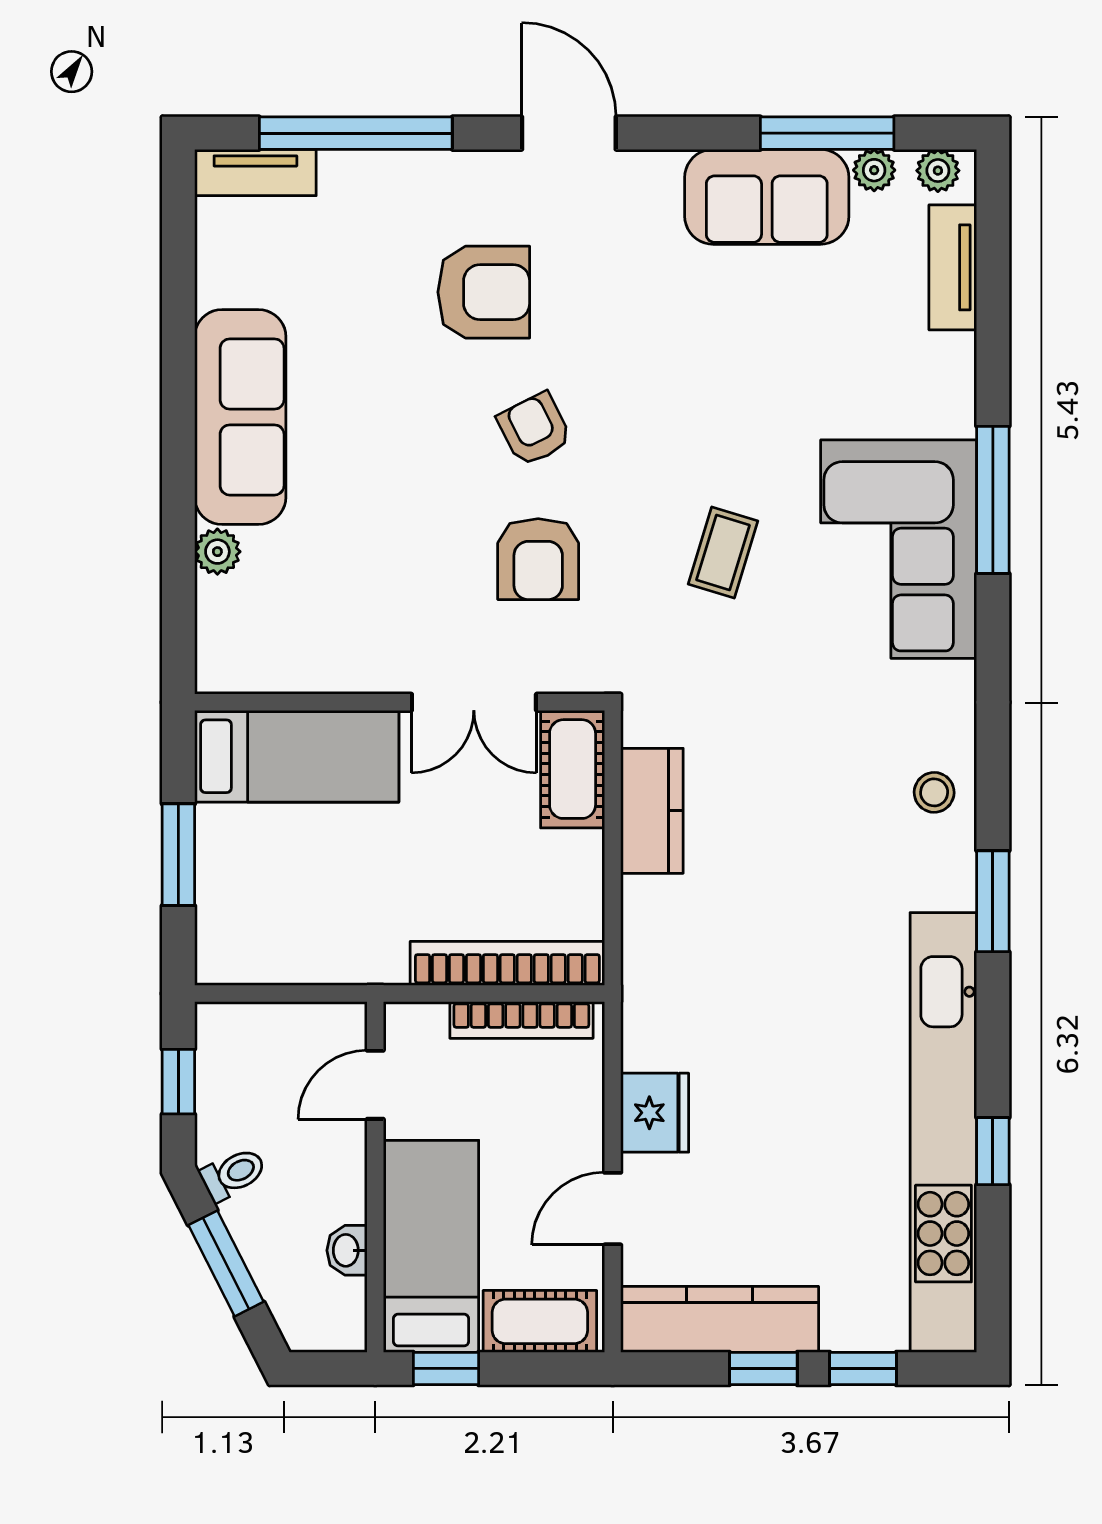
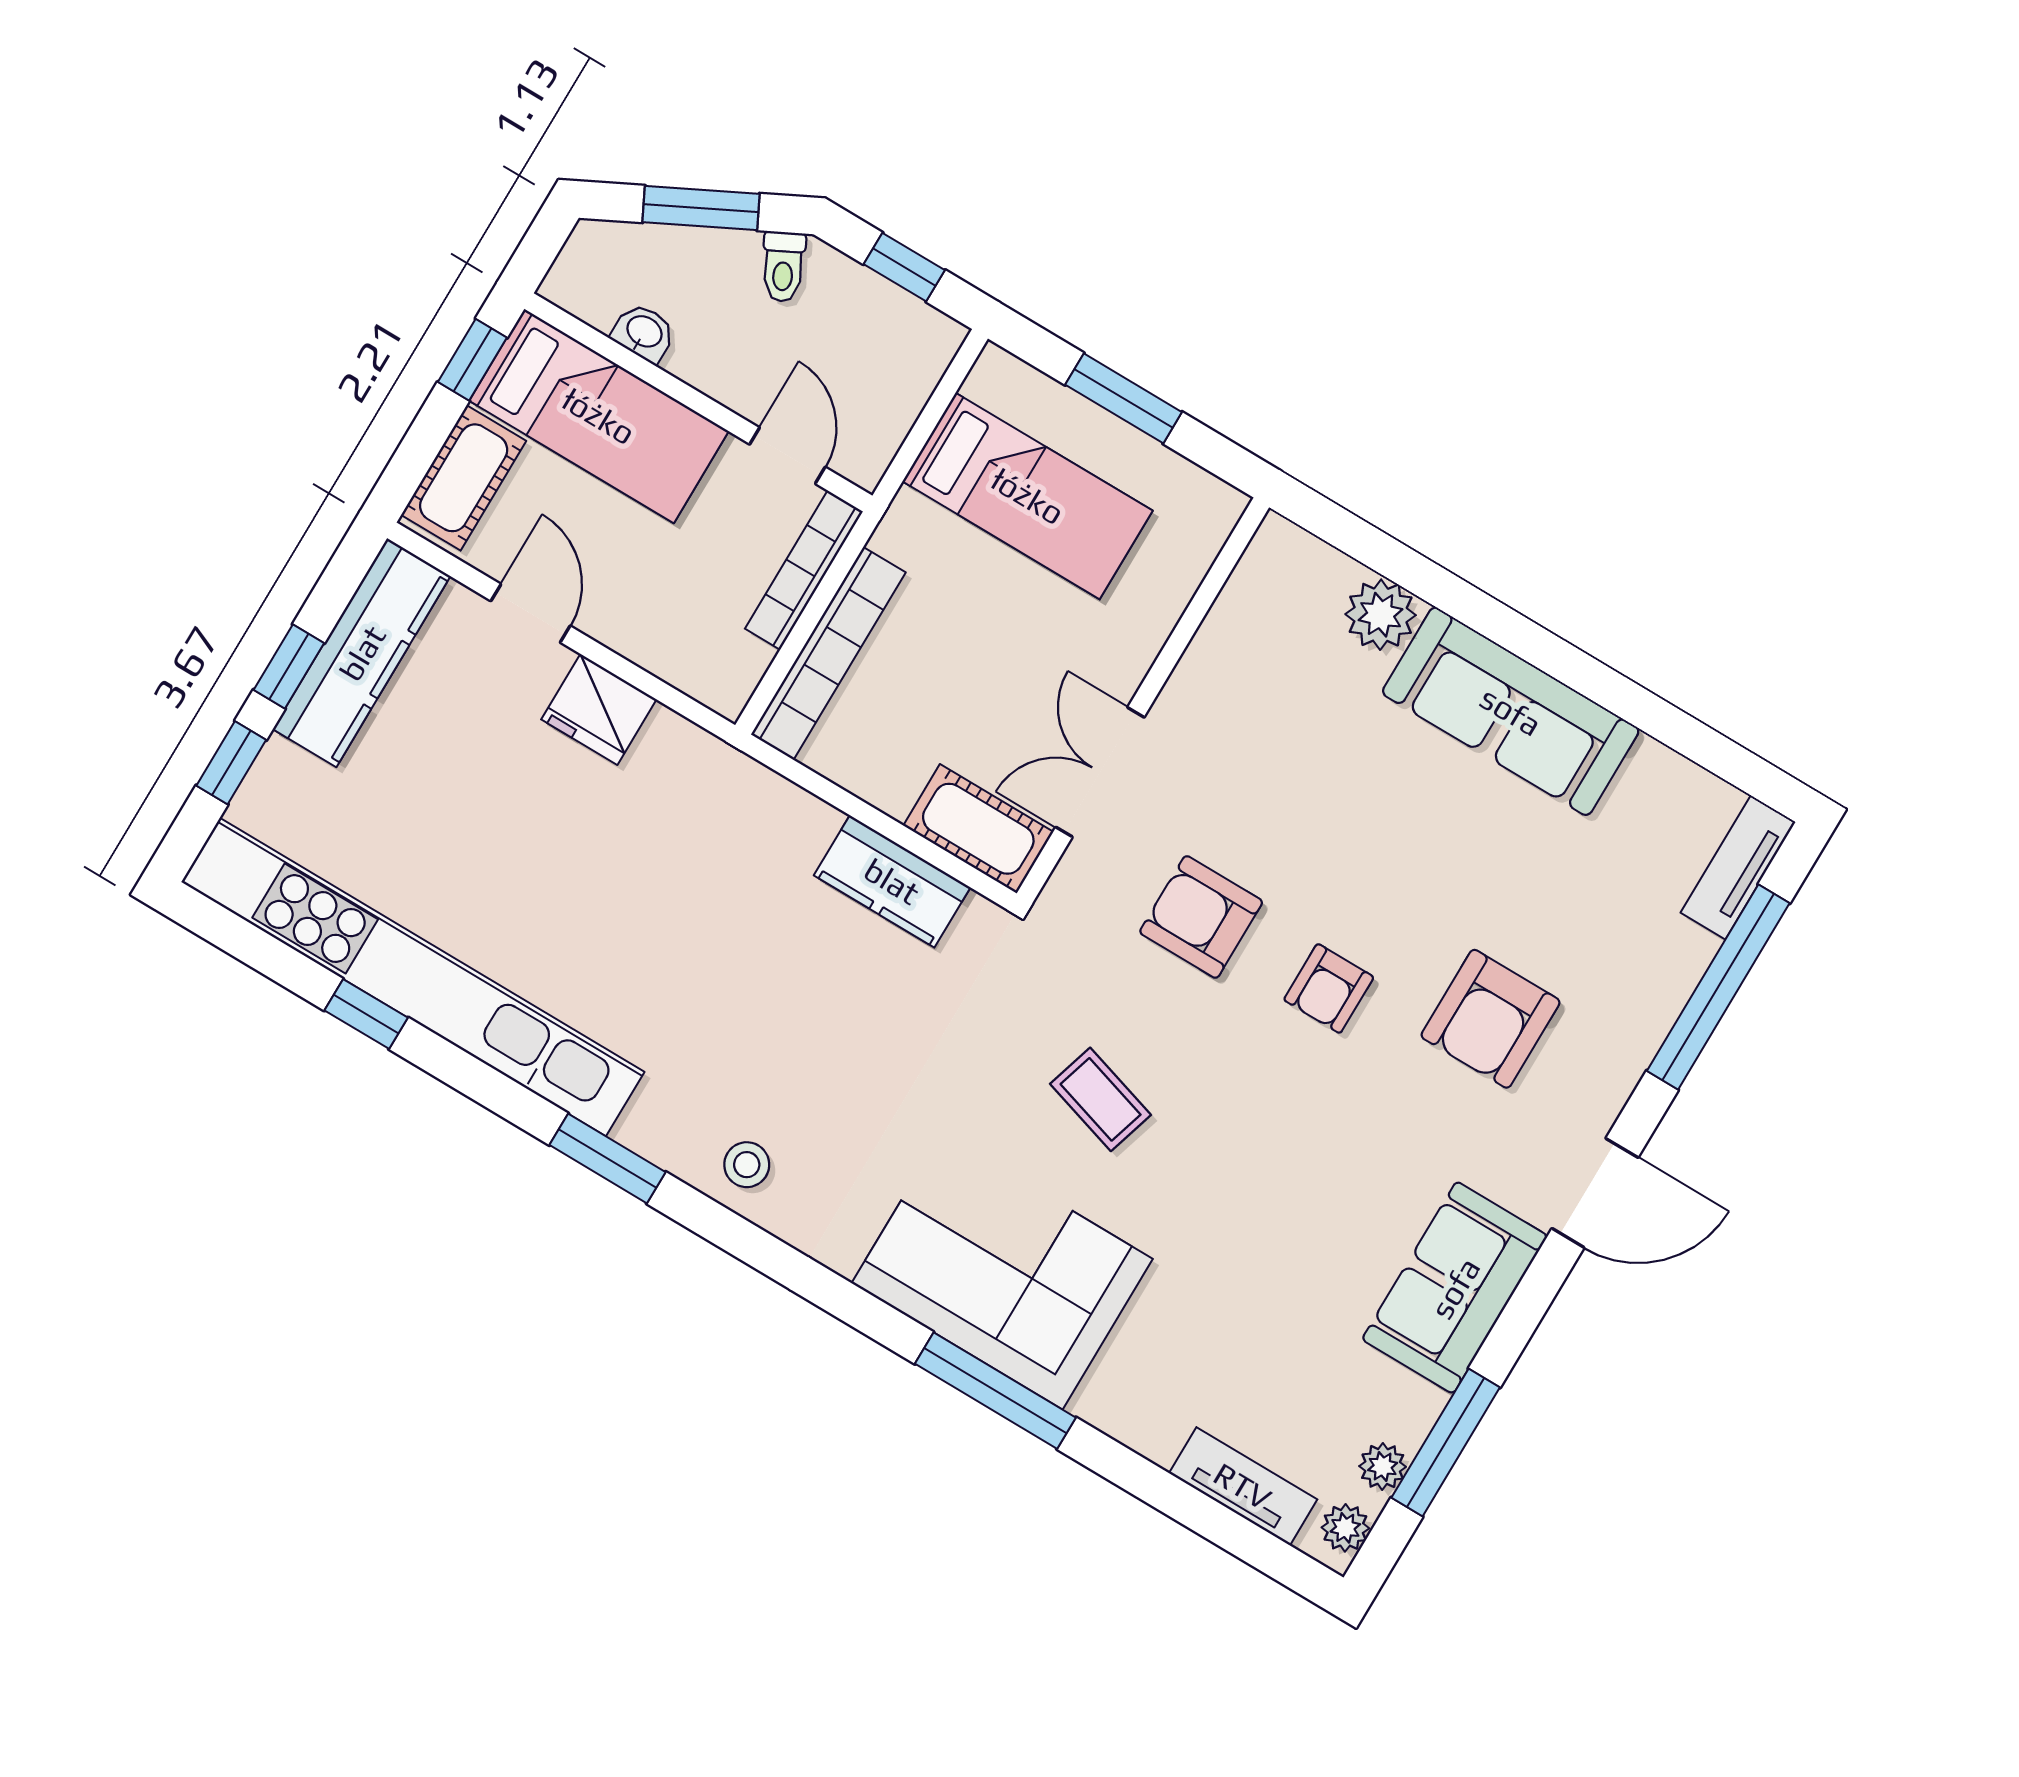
sofa: (767, 197) -> (1455, 1288), moved
armchair: (534, 429) -> (1329, 988), turned 117
plant: (217, 552) -> (1381, 615), width x1.38, depth x1.38
bed: (297, 756) -> (1028, 496), moved, turned -90
bookcase: (521, 1020) -> (804, 570), moved

